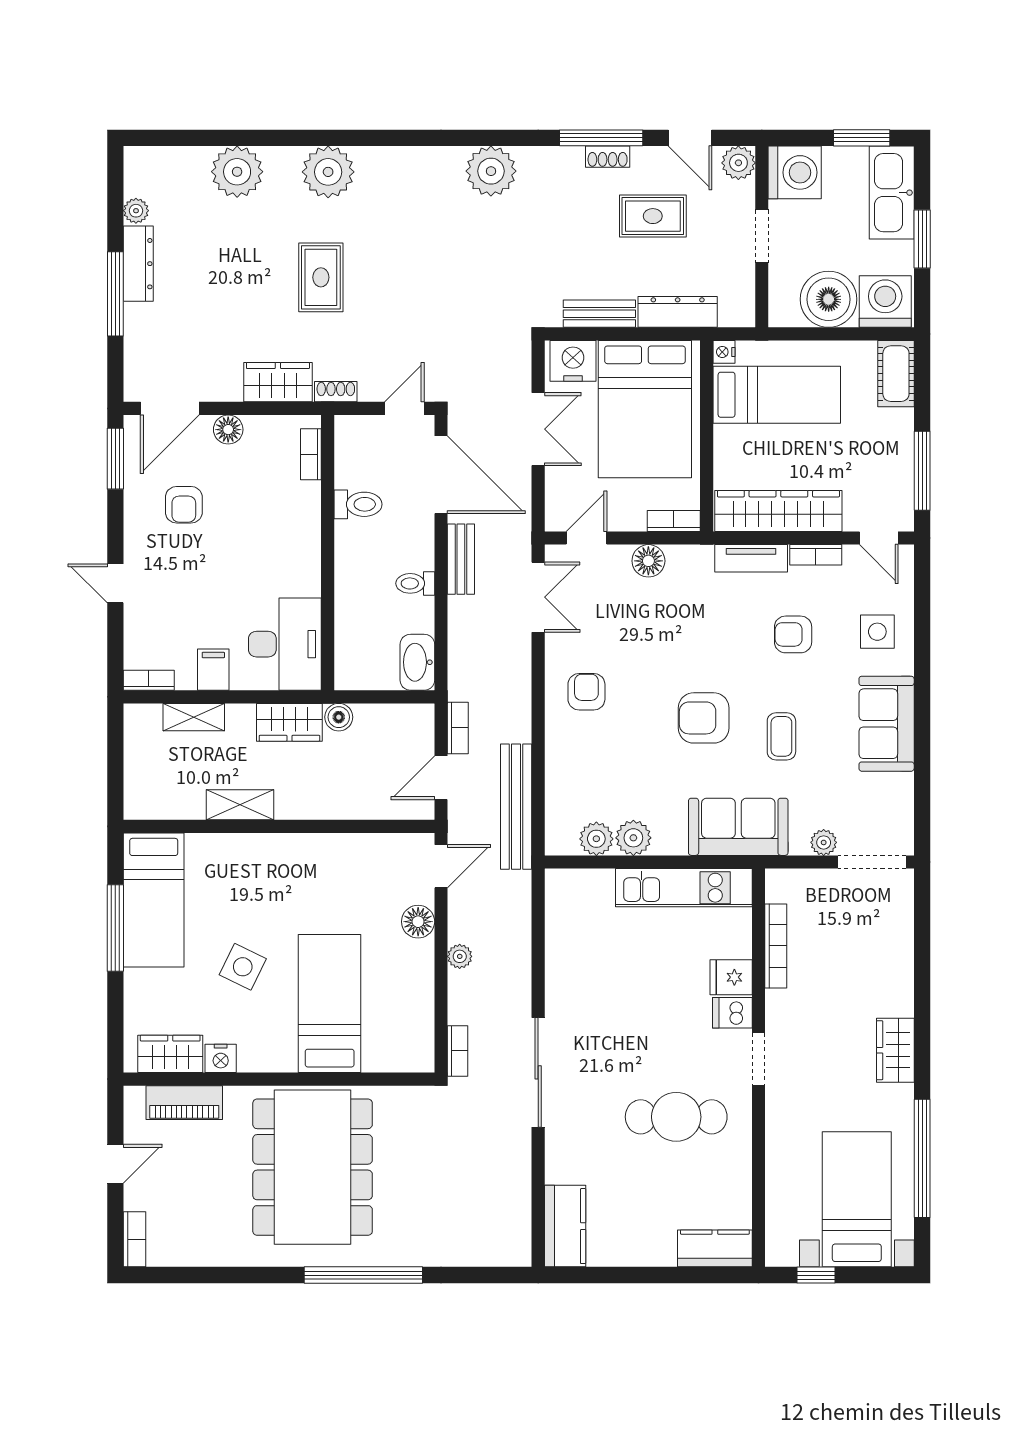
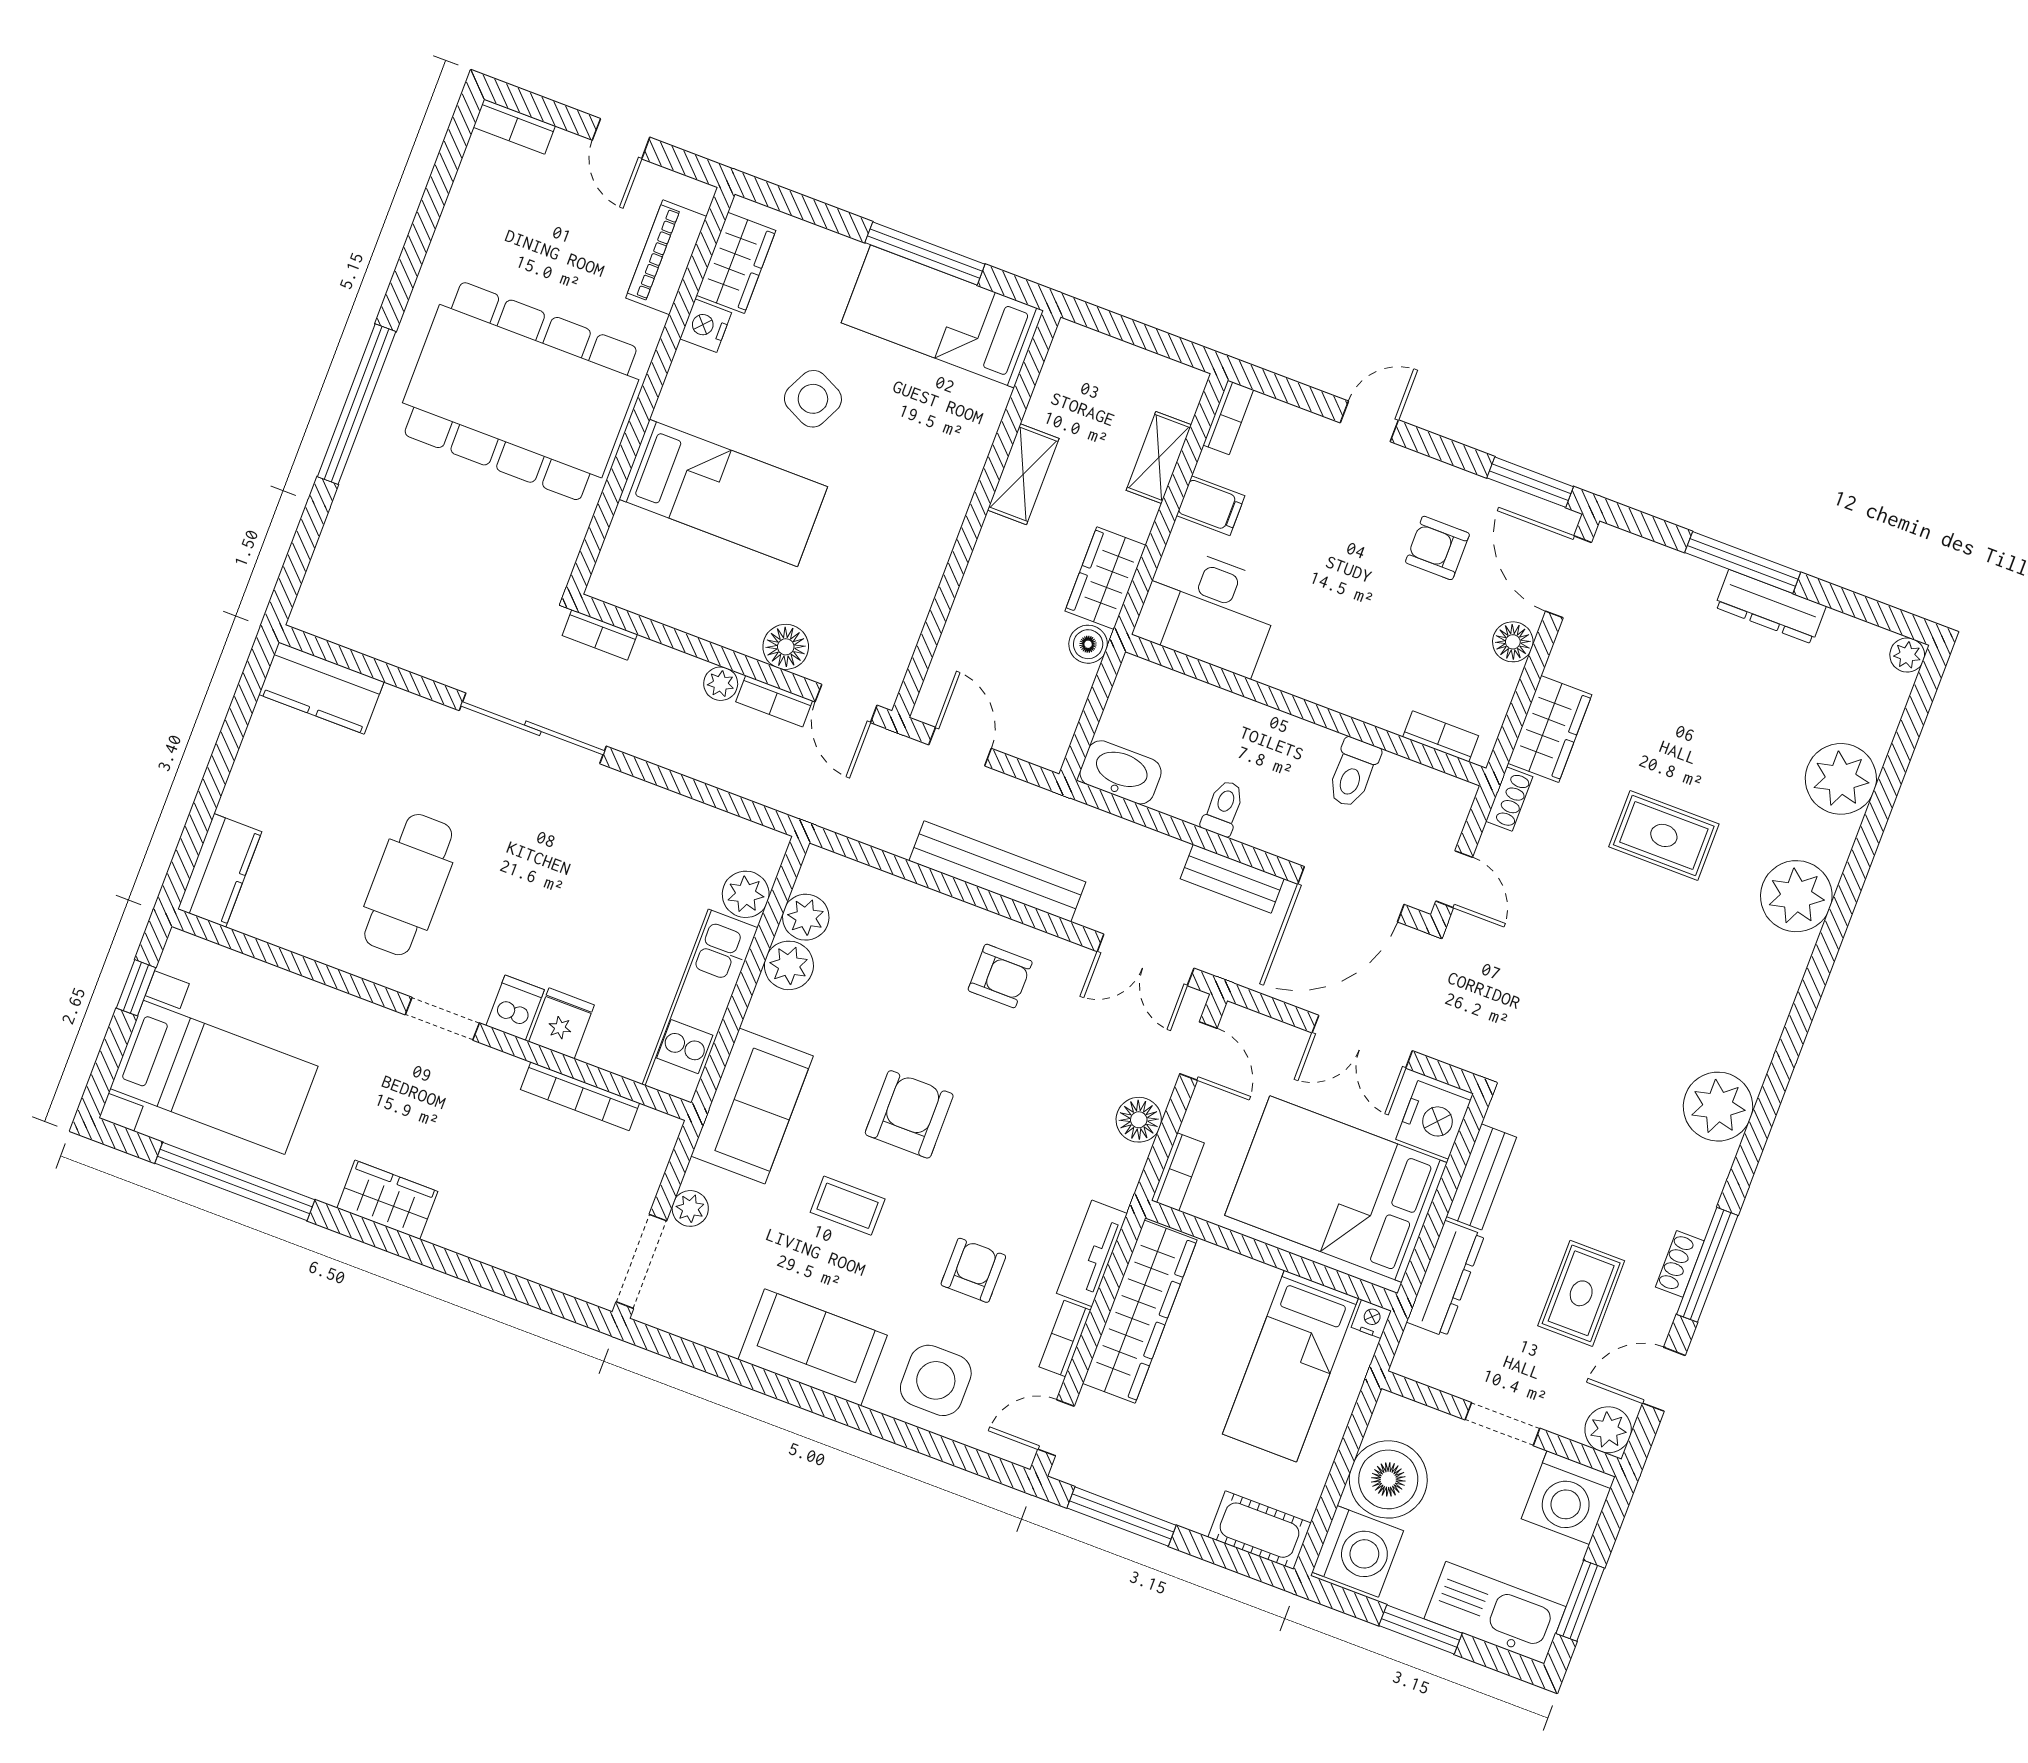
plant: (136, 211) -> (1907, 655), moved
side table: (877, 632) -> (936, 1380), width x1.37, depth x1.37
bookcase: (458, 728) -> (774, 701), moved
bench: (516, 807) -> (997, 871), moved
plant: (596, 885) -> (746, 894), added

